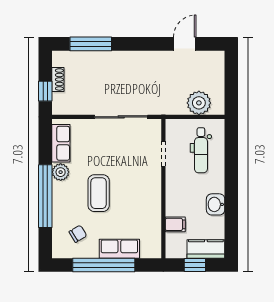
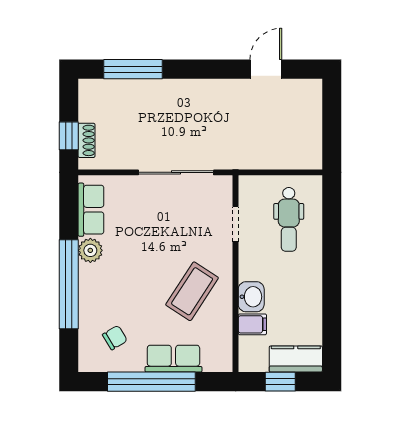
shoe rack: (58, 79) -> (87, 140), moved
plant: (199, 103) -> (286, 153), removed
coffee table: (99, 193) -> (192, 291), moved, turned 33
washbasin: (216, 204) -> (251, 297), moved, turned 180

